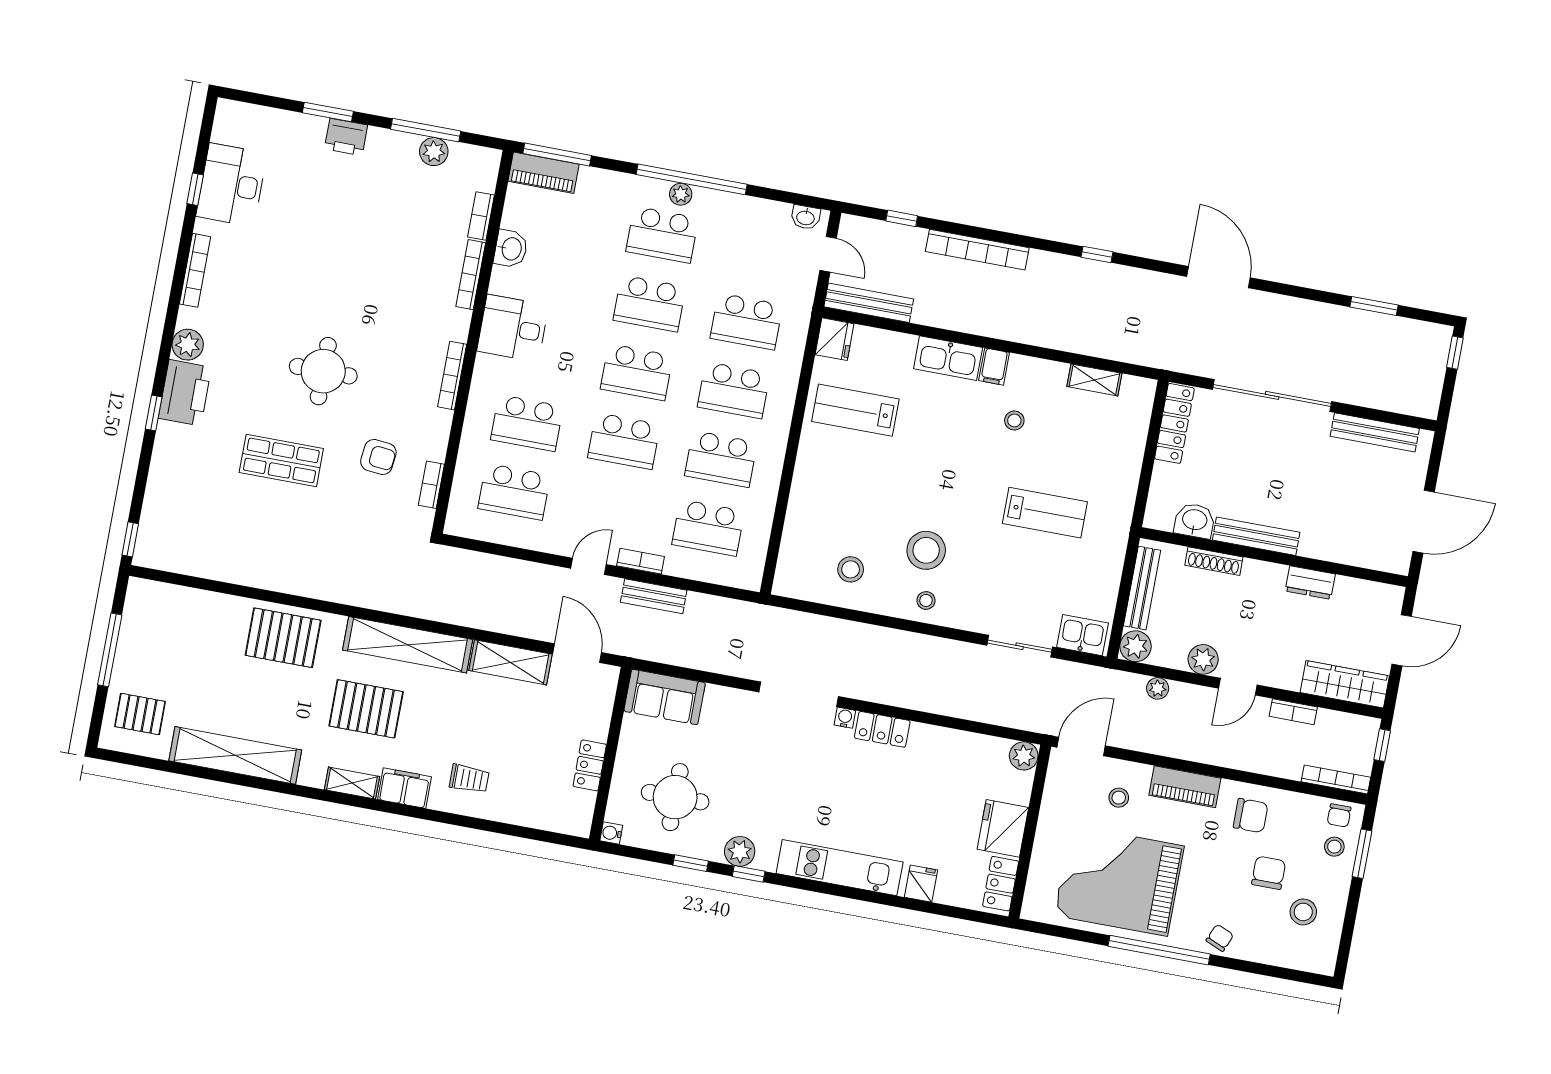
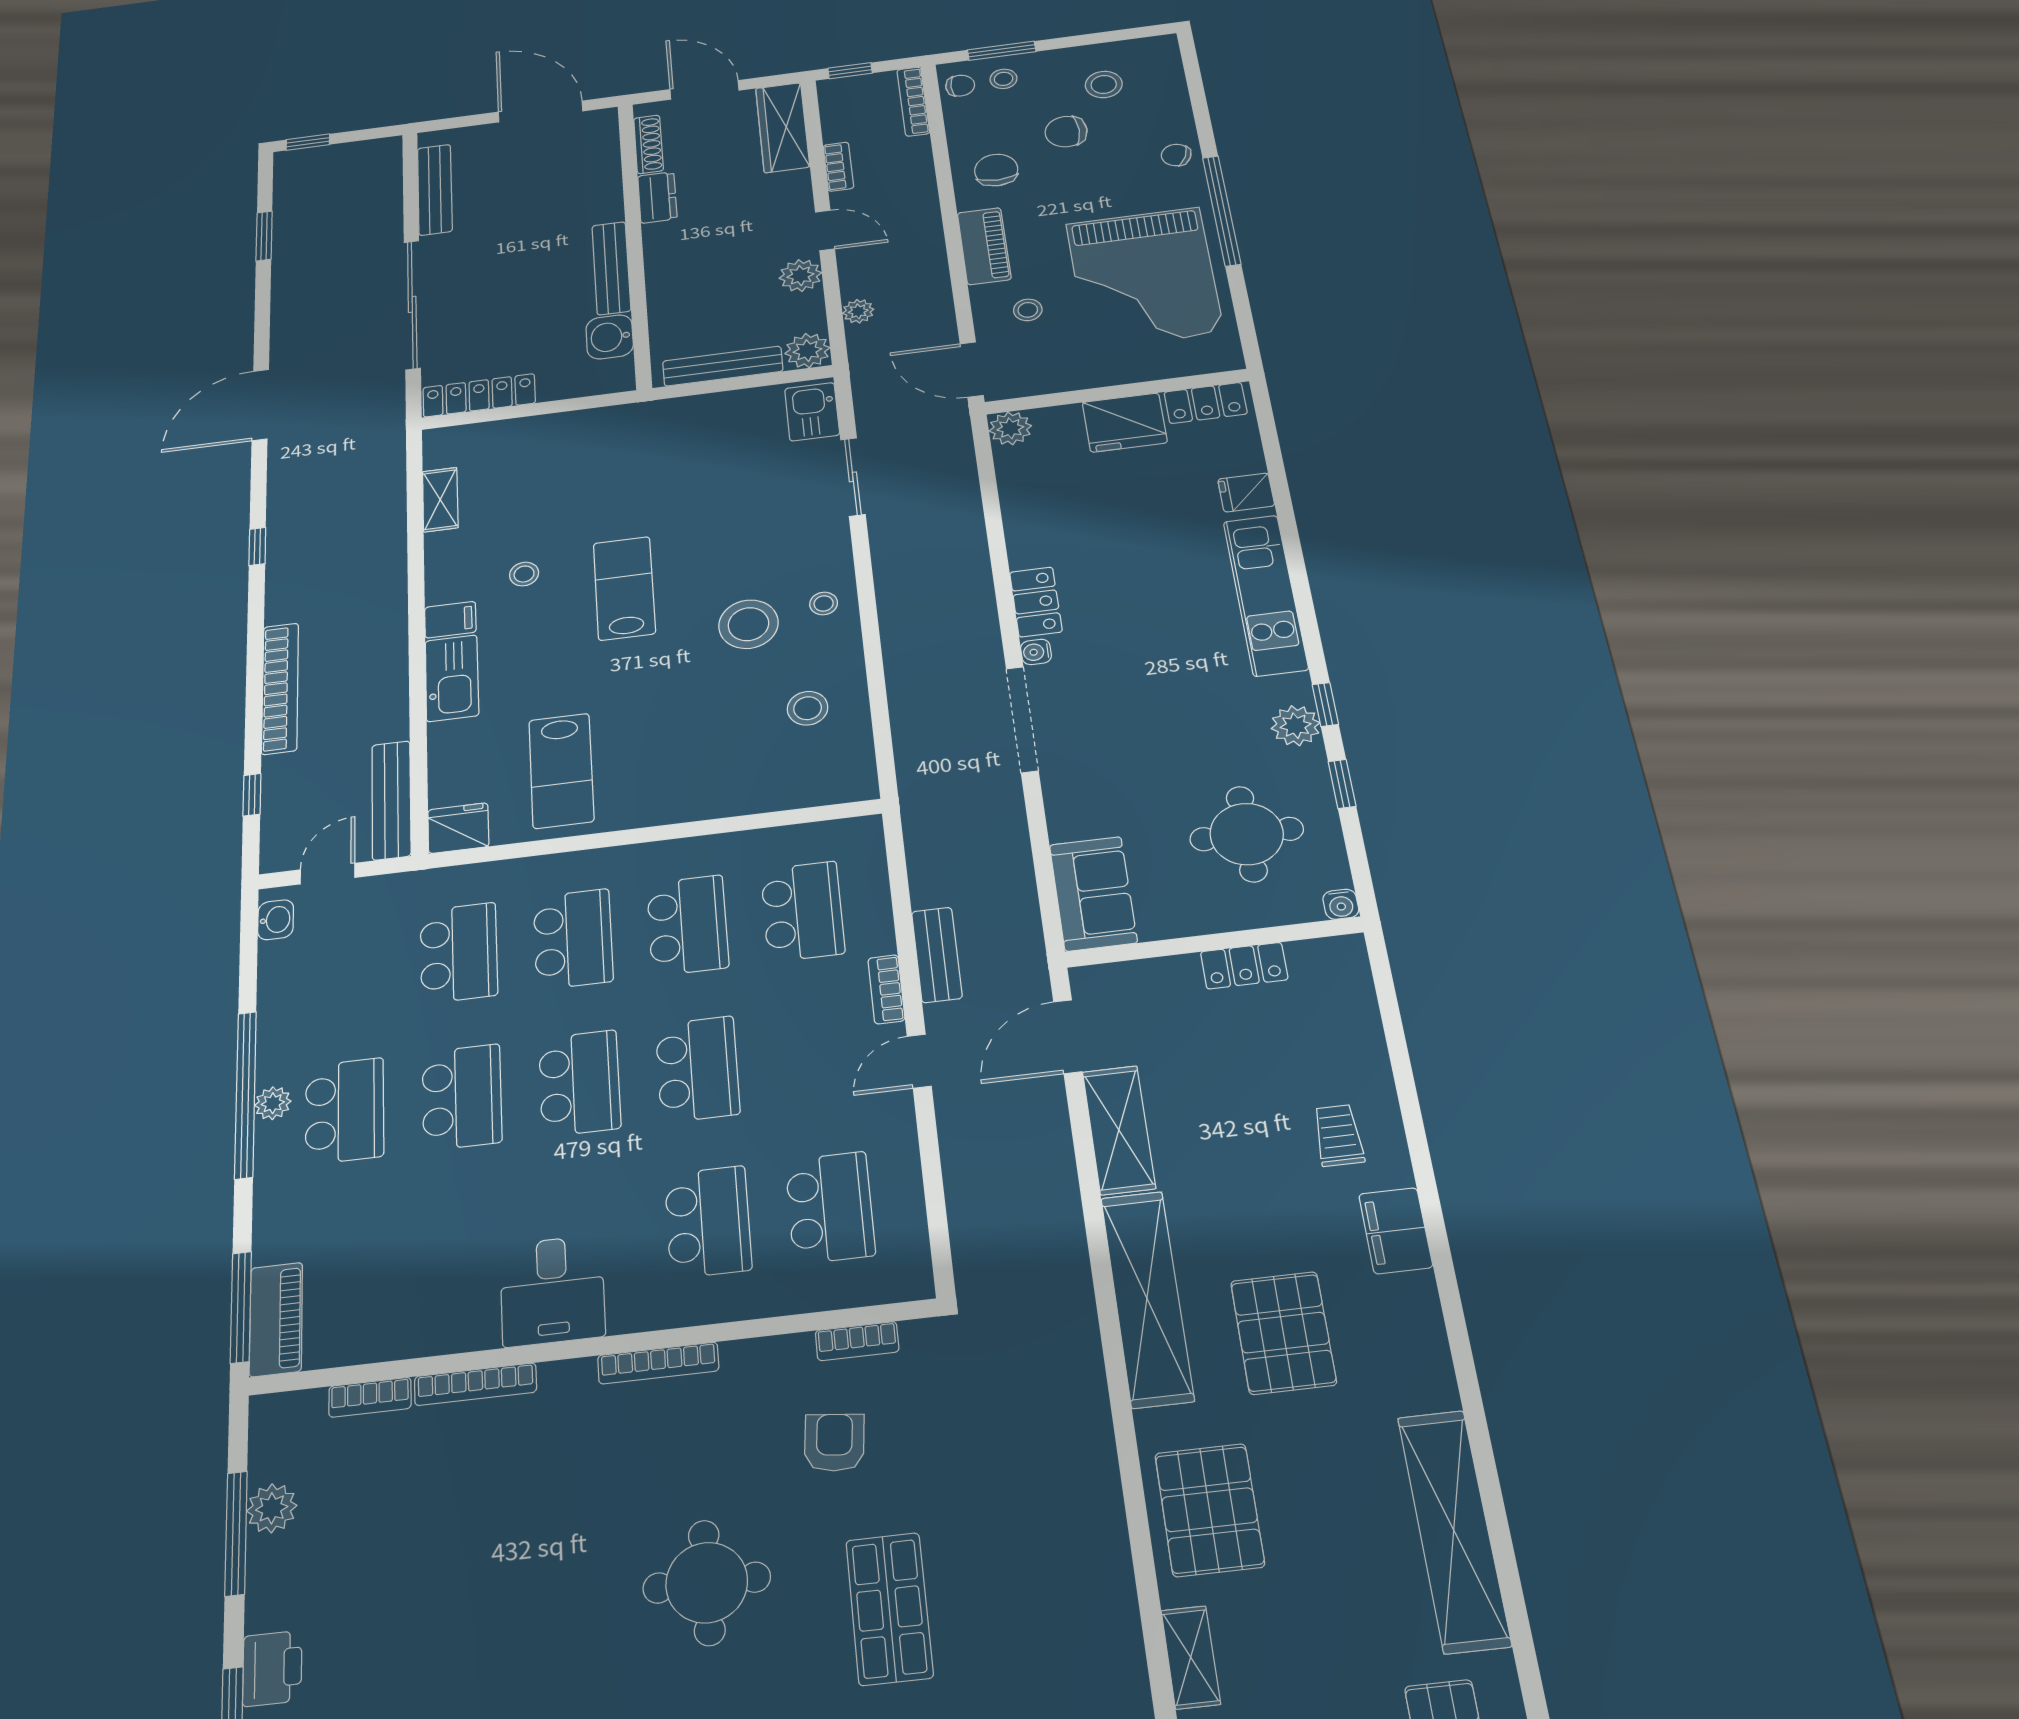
washbasin: (511, 249) -> (417, 1333), removed
lab bench: (1045, 513) -> (624, 588), moved
shoe rack: (1214, 561) -> (649, 144), moved
door: (588, 566) -> (919, 1061), hinge flipped
shelving: (352, 783) -> (1191, 1657), moved

